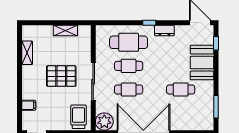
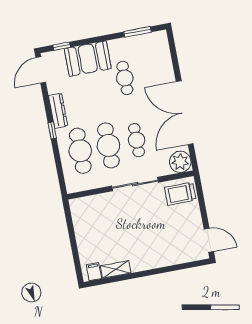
shelving: (65, 30) -> (80, 229), removed
dresser: (164, 30) -> (58, 111), width x1.44
cafe table: (129, 66) -> (108, 145), width x1.37, depth x1.35
pallet: (61, 76) -> (136, 223), removed
filing cabinet: (29, 105) -> (94, 272), moved

